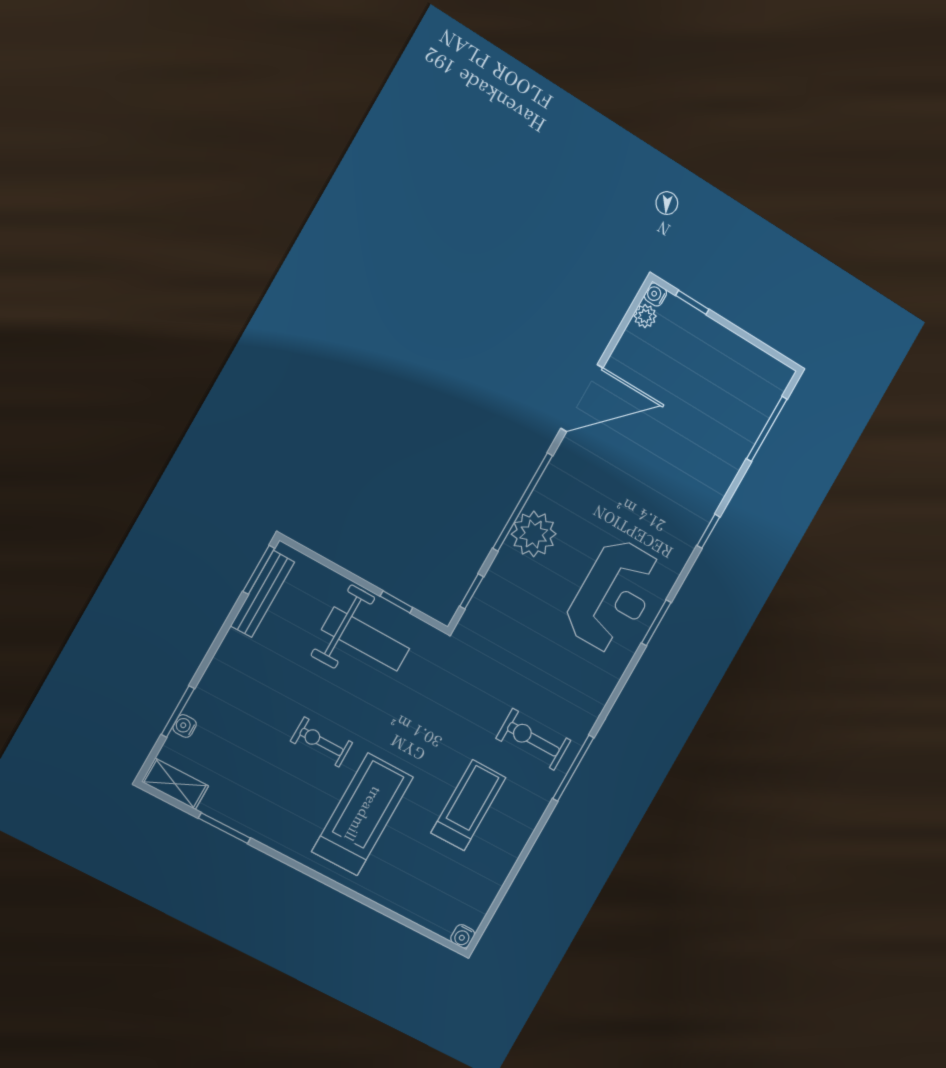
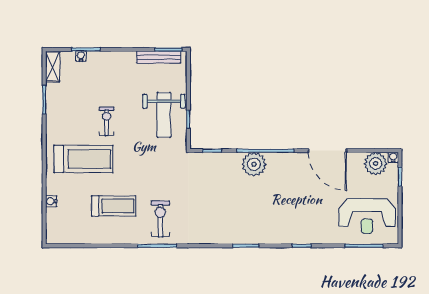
plant: (645, 316) -> (376, 164), width x1.88, depth x1.88
reception desk: (614, 596) -> (367, 216), moved
water cooler: (463, 936) -> (51, 201), moved

